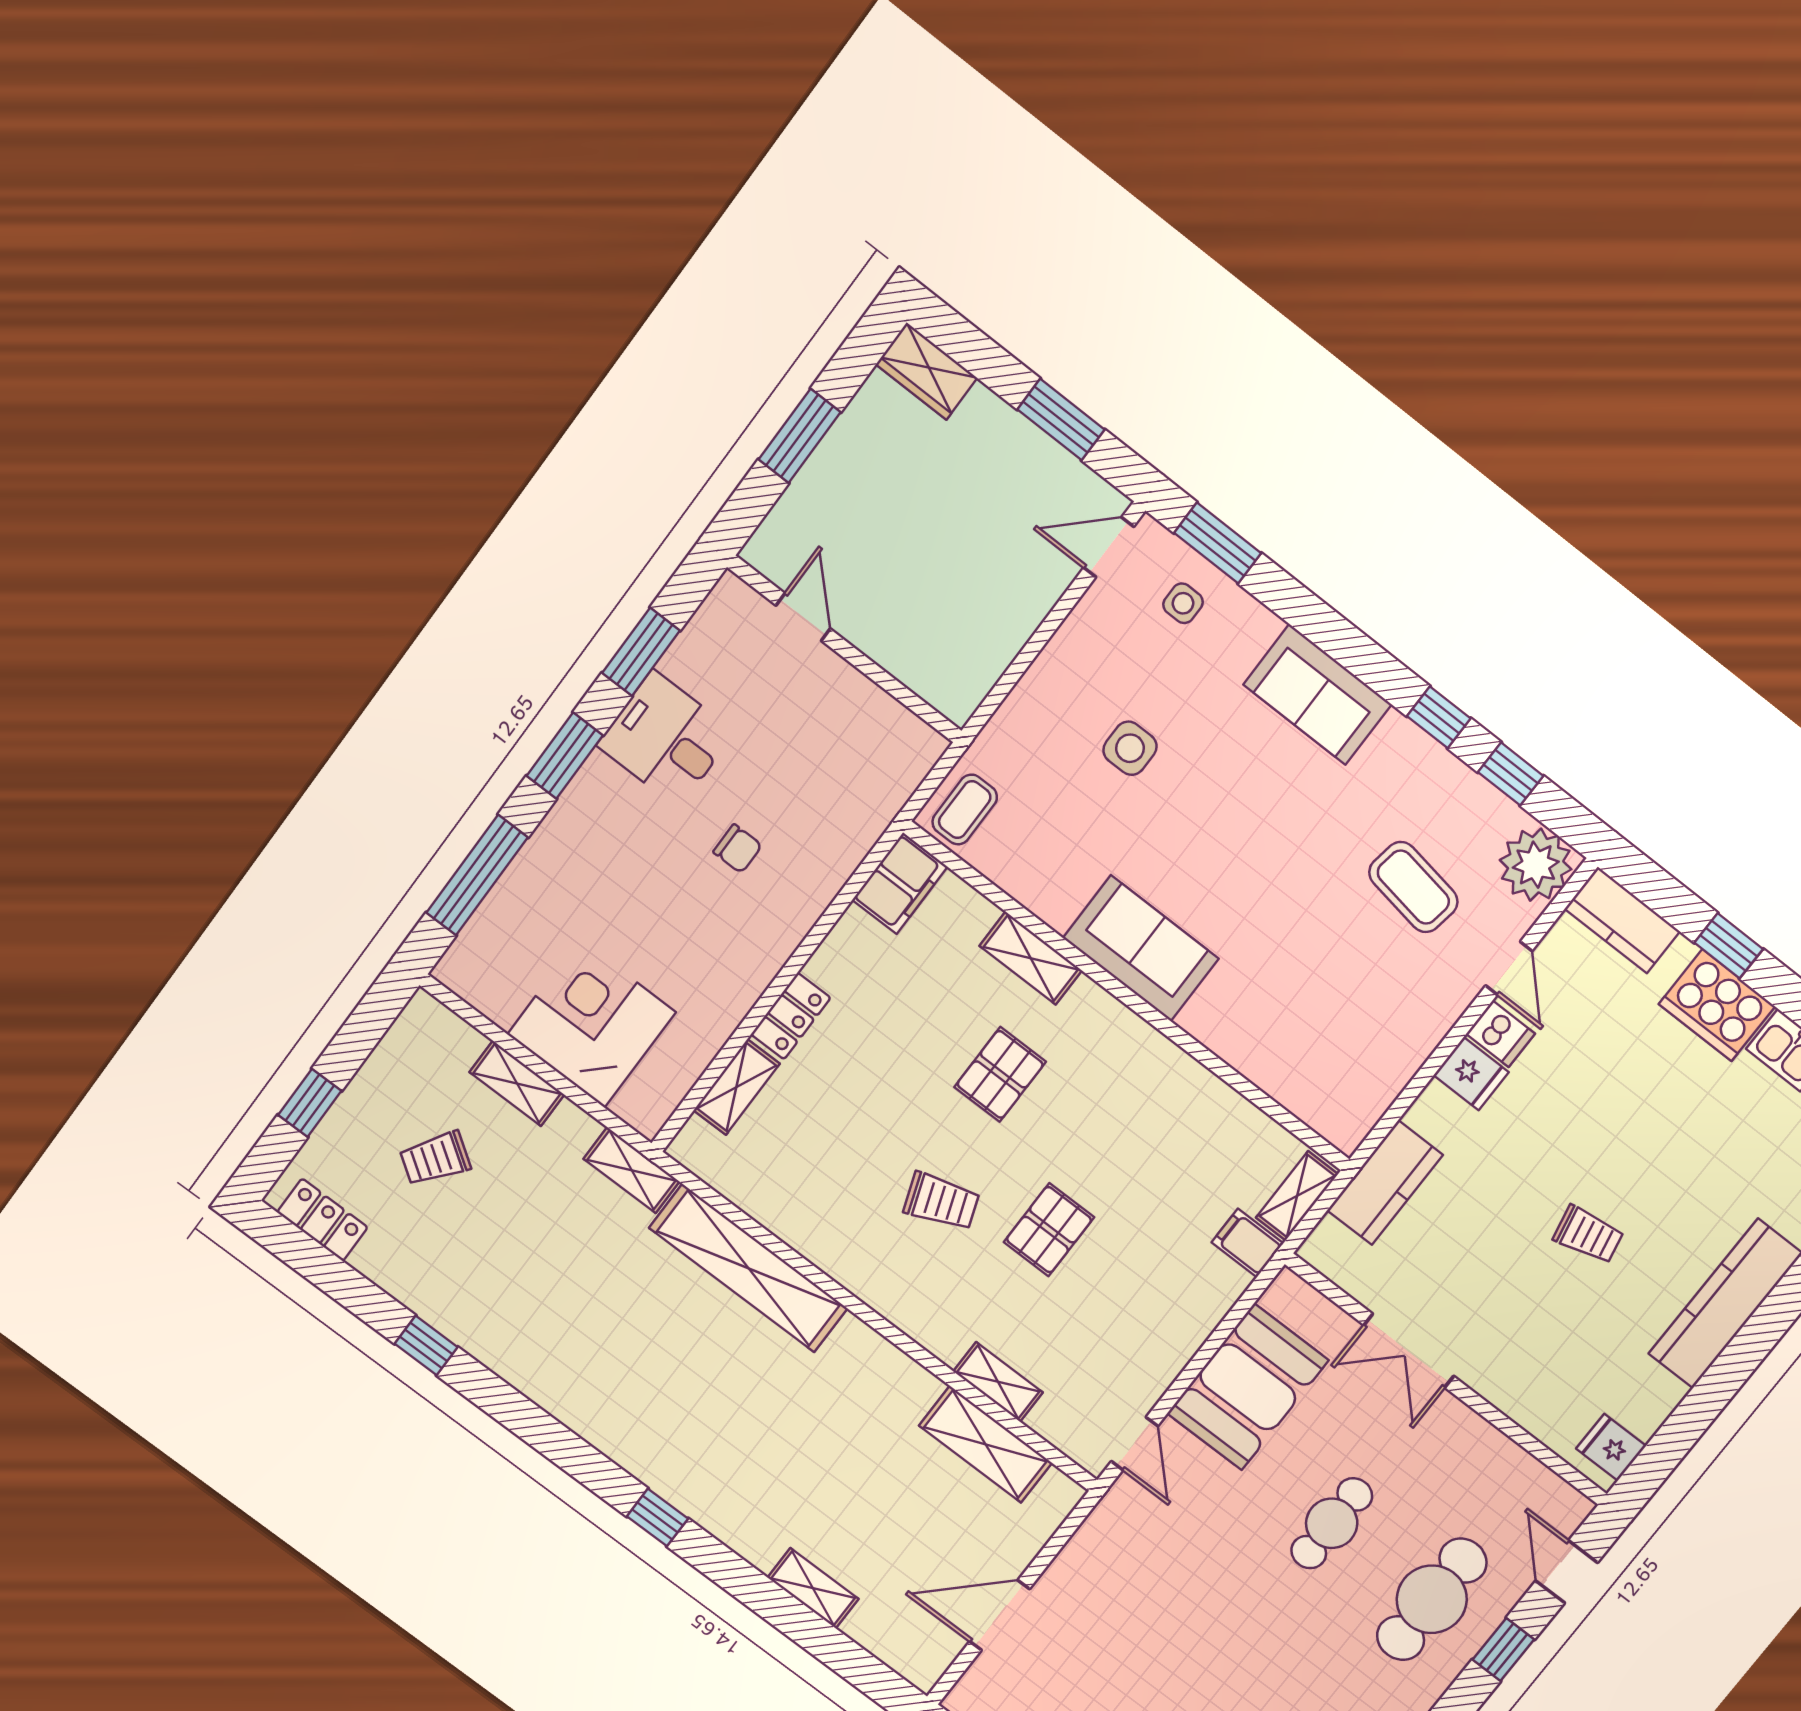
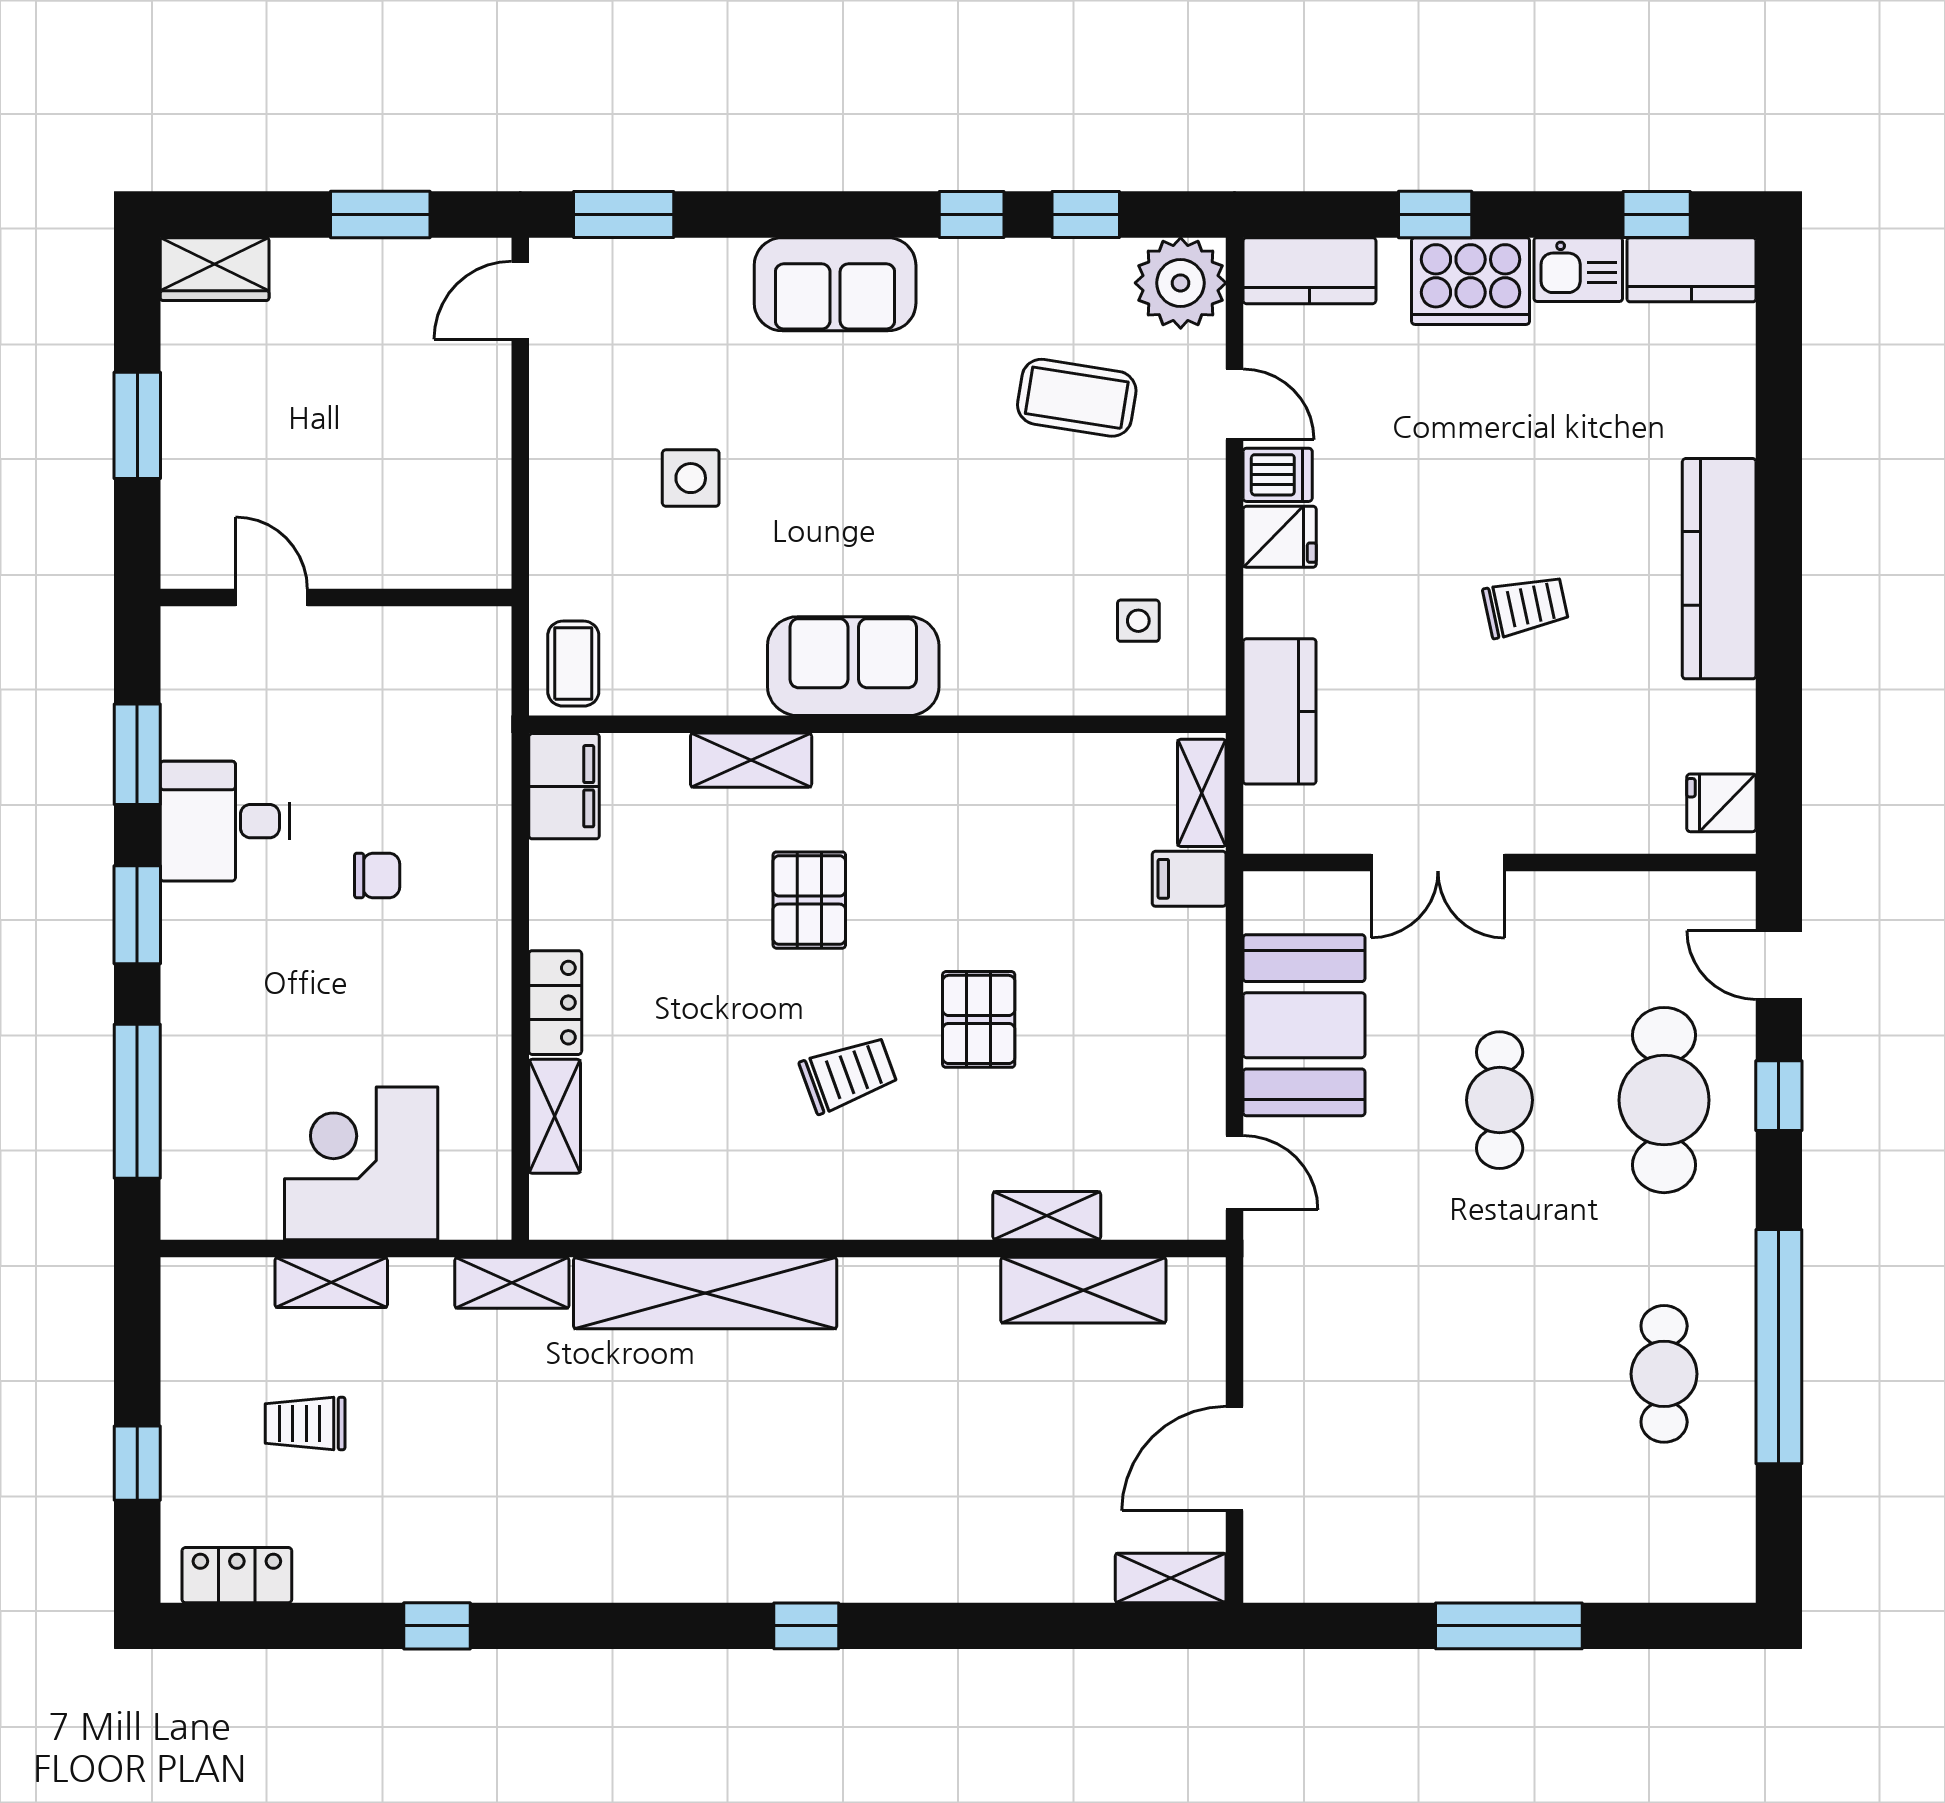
side table: (1183, 603) -> (1138, 621), moved
trolley: (435, 1159) -> (305, 1423), turned 55
shelving: (813, 1588) -> (1171, 1578), moved

